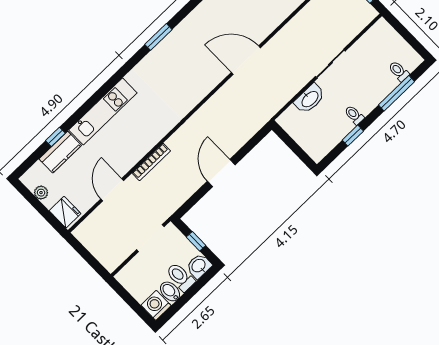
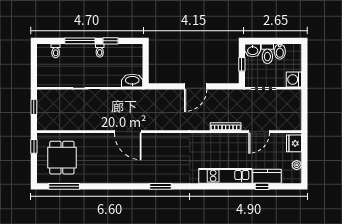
window: (396, 93) -> (80, 41), moved
washbasin: (310, 99) -> (132, 81), moved
washing machine: (156, 305) -> (294, 79), moved, turned 90

